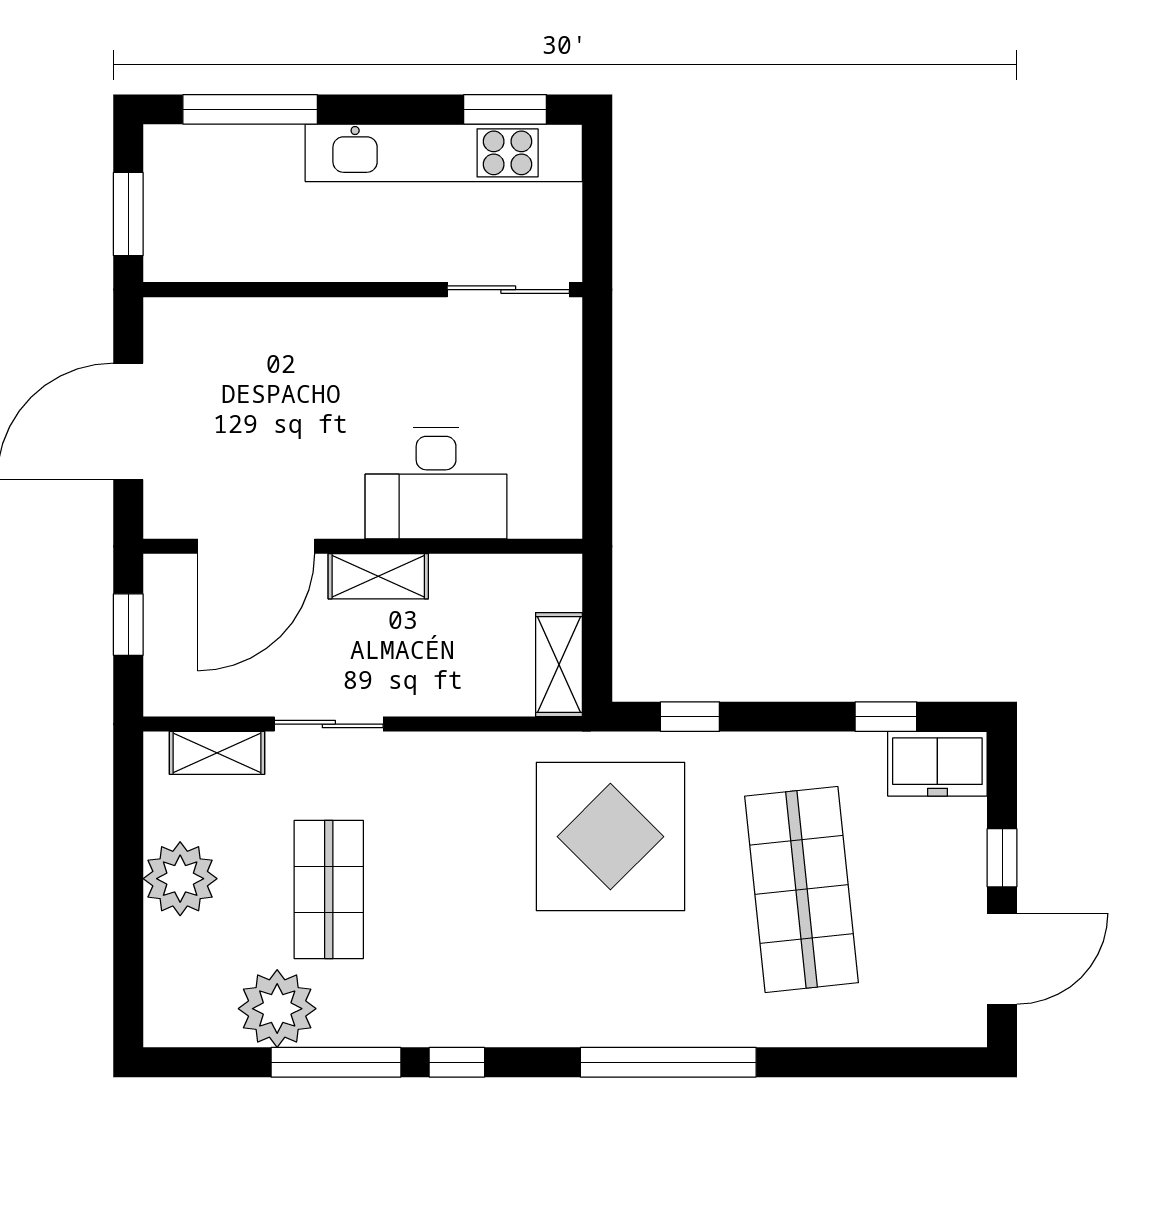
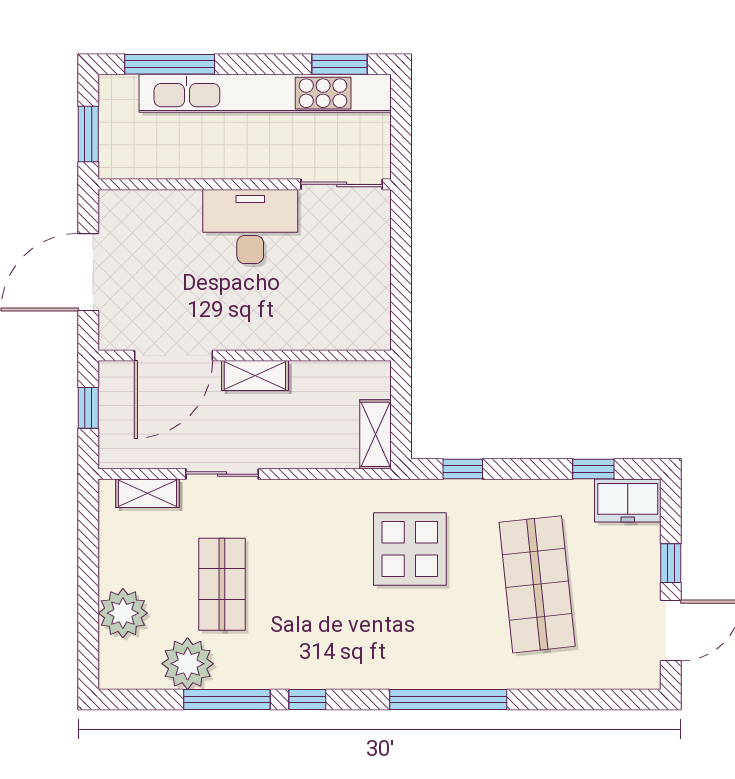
kitchen unit: (444, 153) -> (265, 93), width x1.36
desk: (436, 483) -> (250, 226), moved, turned 180
display table: (610, 837) -> (410, 549), width x0.73, depth x0.73
plant: (180, 879) -> (123, 613), moved

